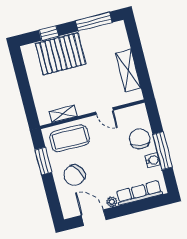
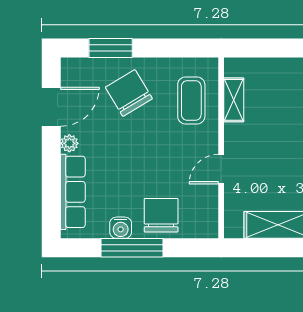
coffee table: (70, 138) -> (191, 100), width x0.73, depth x0.76
chair: (140, 139) -> (161, 215), turned -98
window: (43, 161) -> (111, 48), moved

